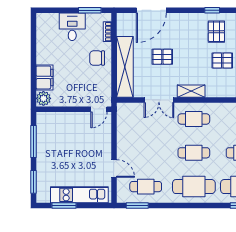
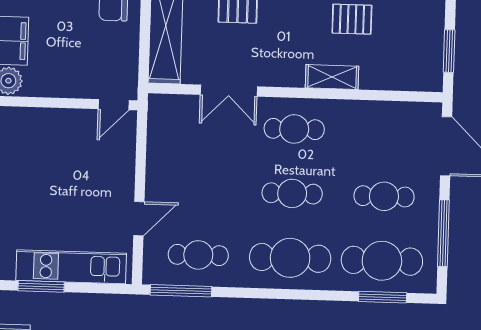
shelving: (191, 91) -> (332, 77), moved
door: (114, 168) -> (139, 219), hinge flipped
window: (137, 206) -> (181, 291), width x1.44

